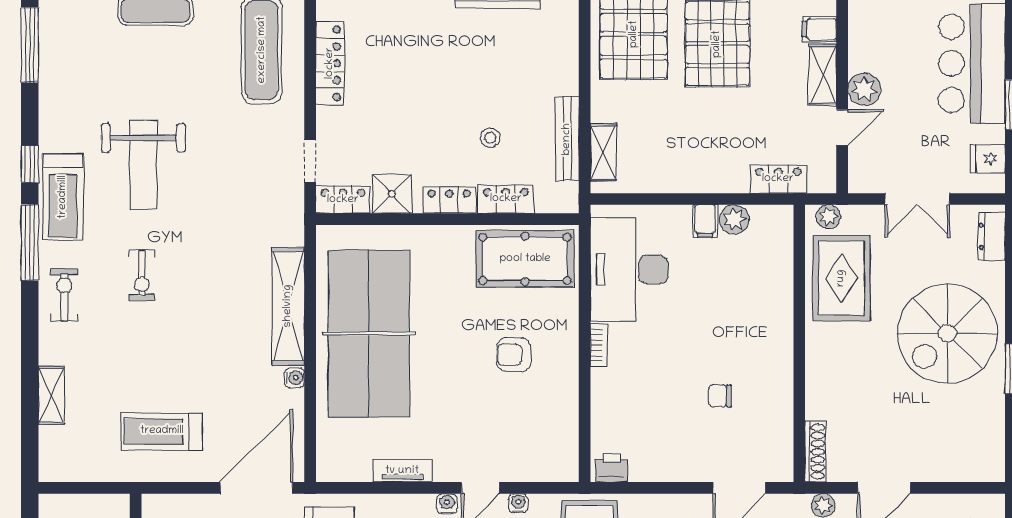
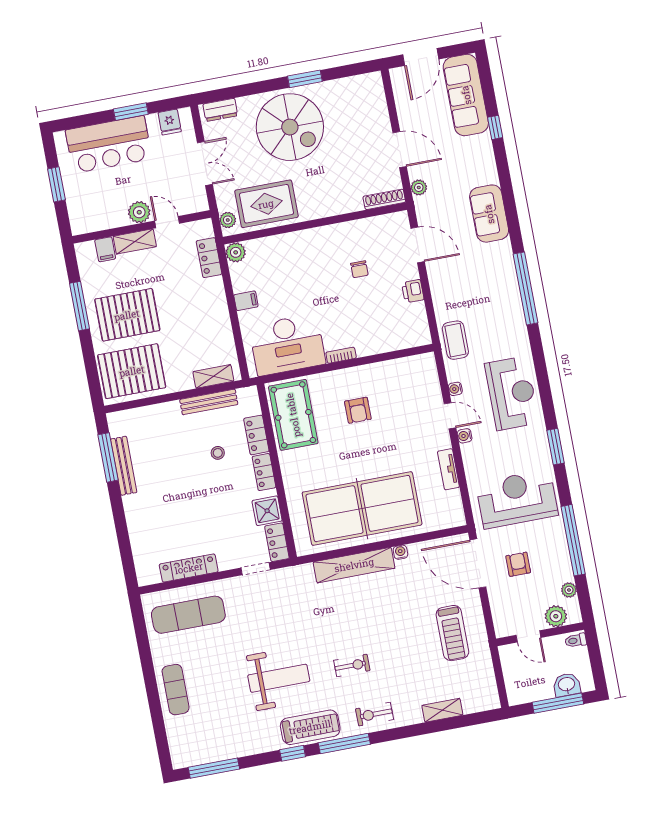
plant: (734, 219) -> (236, 252), moved
printer: (612, 468) -> (413, 291), moved

